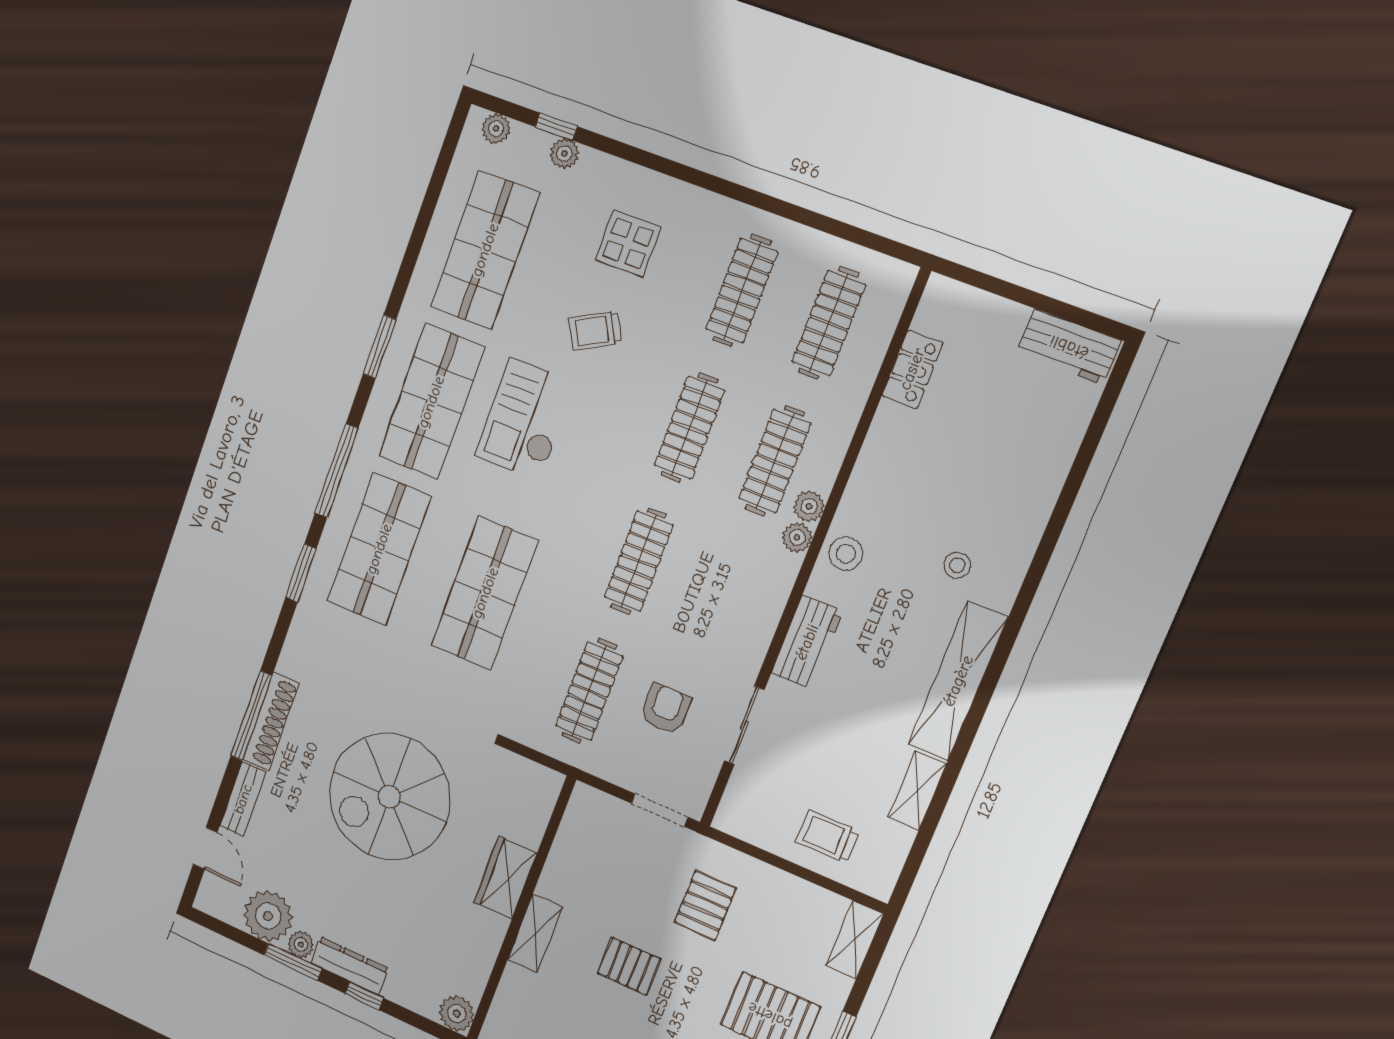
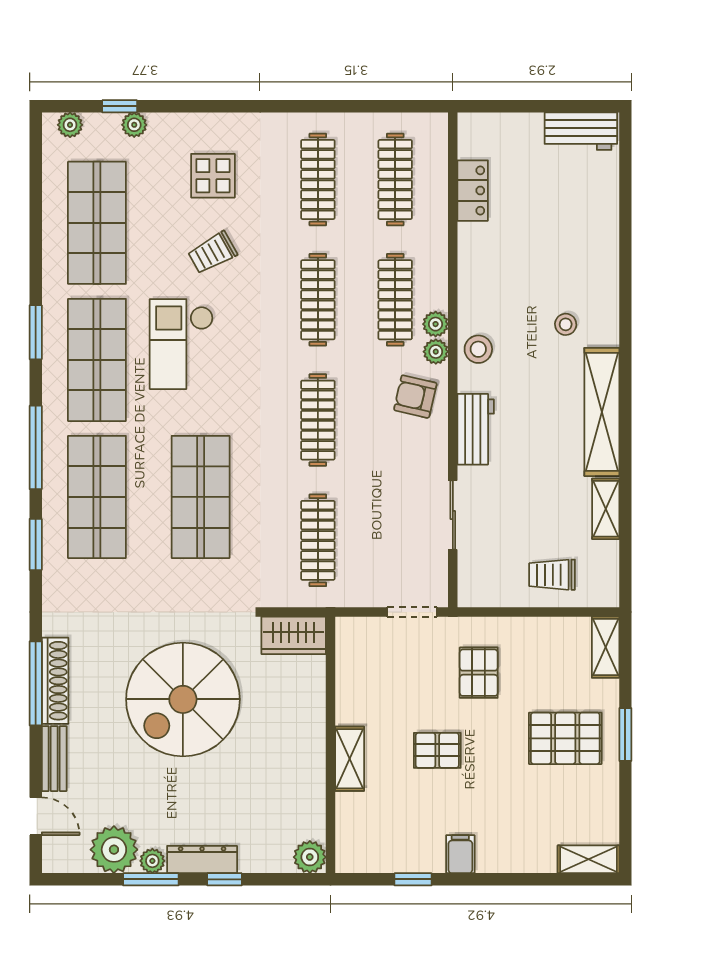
armchair: (666, 709) -> (415, 397), moved, turned -77
wardrobe: (505, 878) -> (294, 635), moved, turned -90

